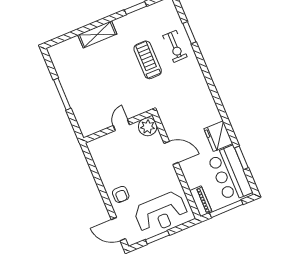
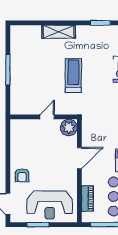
treadmill: (148, 60) -> (73, 76), moved
door: (171, 153) -> (79, 158), hinge flipped
piano: (201, 201) -> (87, 199), moved

